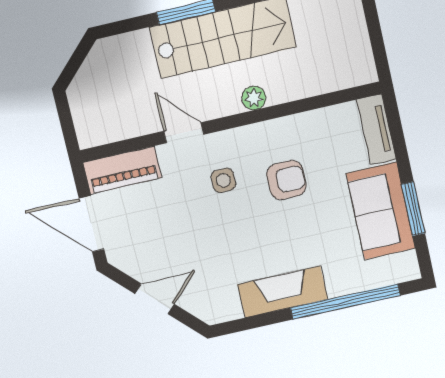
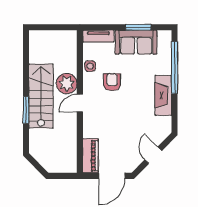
plant: (254, 98) -> (67, 84), width x1.87, depth x1.87
door: (184, 133) -> (80, 103), moved
side table: (223, 180) -> (90, 66), moved

